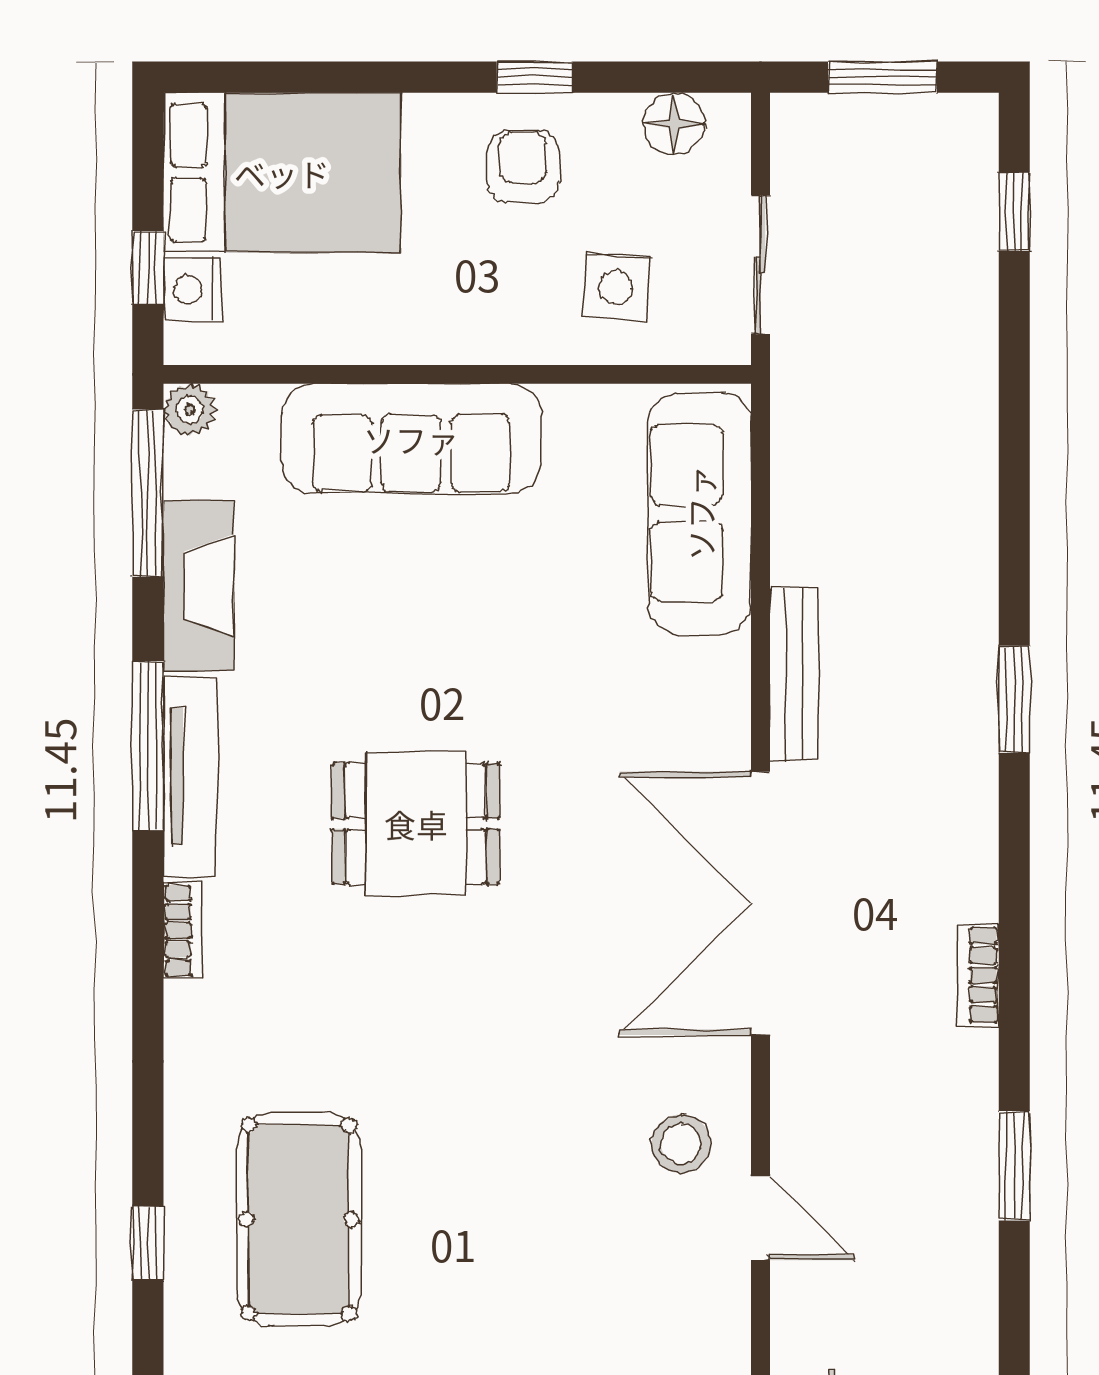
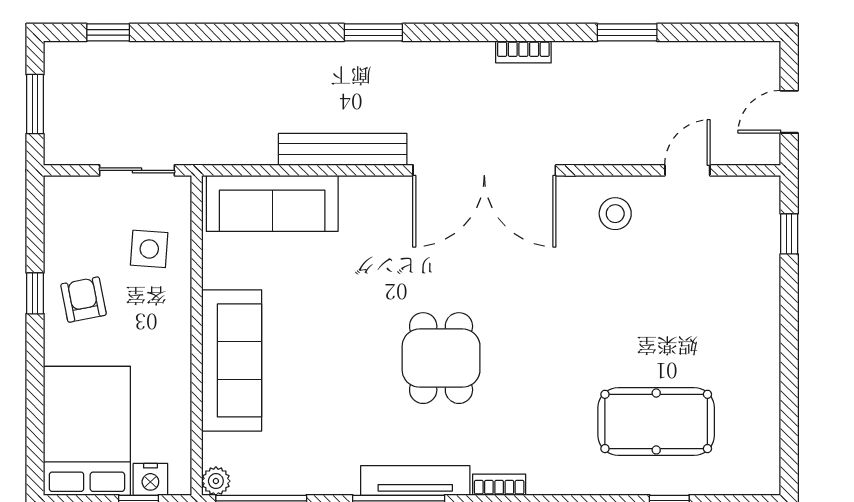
floor lamp: (674, 124) -> (60, 218), removed
armchair: (523, 166) -> (83, 300), turned 79
fireplace: (198, 585) -> (311, 476), removed
bench: (794, 675) -> (343, 149), width x1.37, depth x1.21
door: (761, 1218) -> (687, 170), moved

